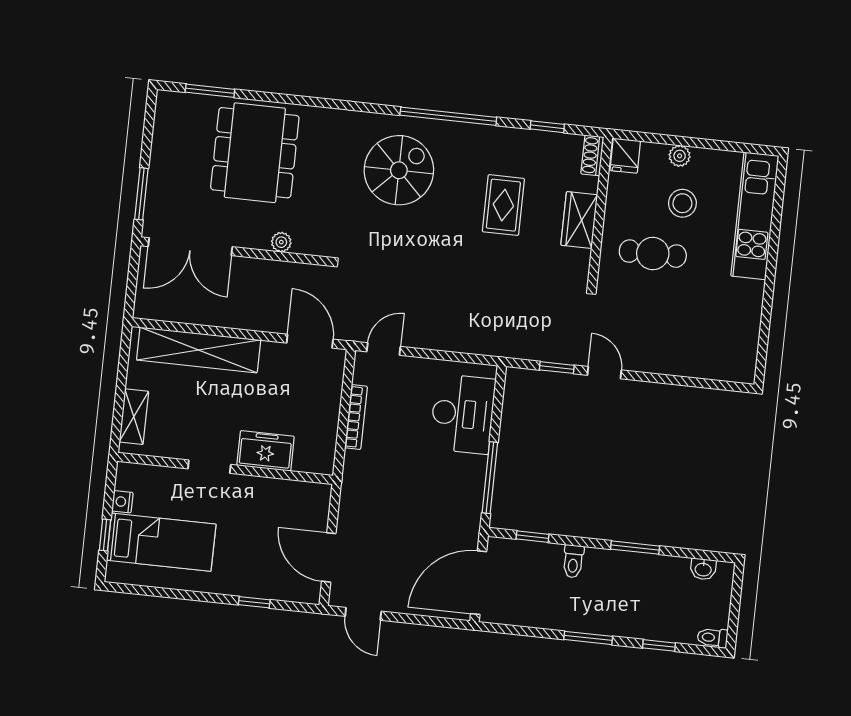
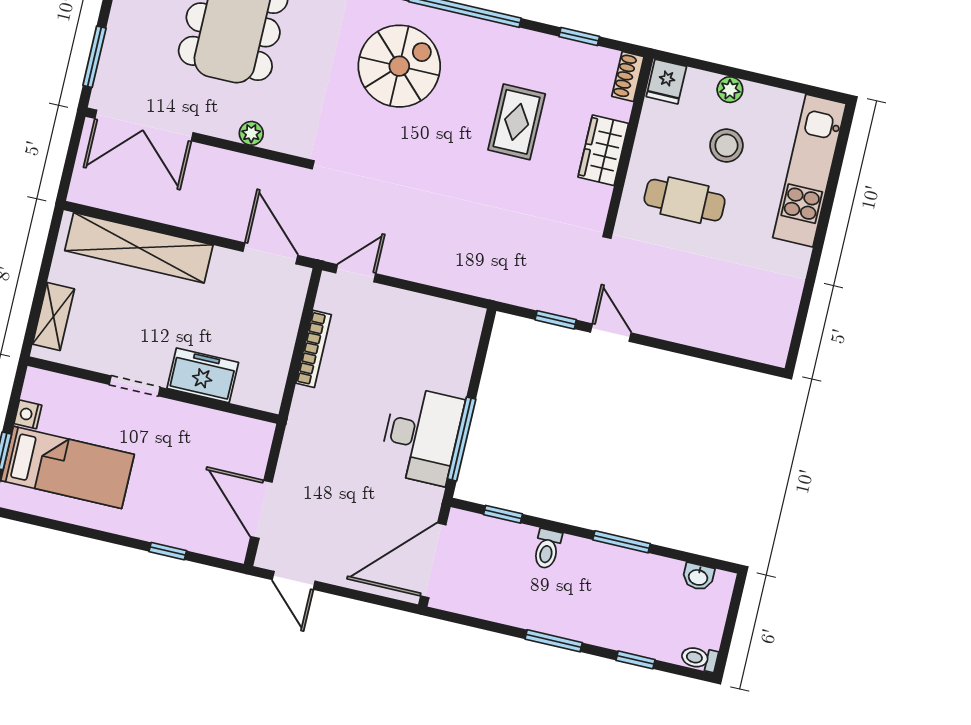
desk: (463, 414) -> (421, 436), moved

